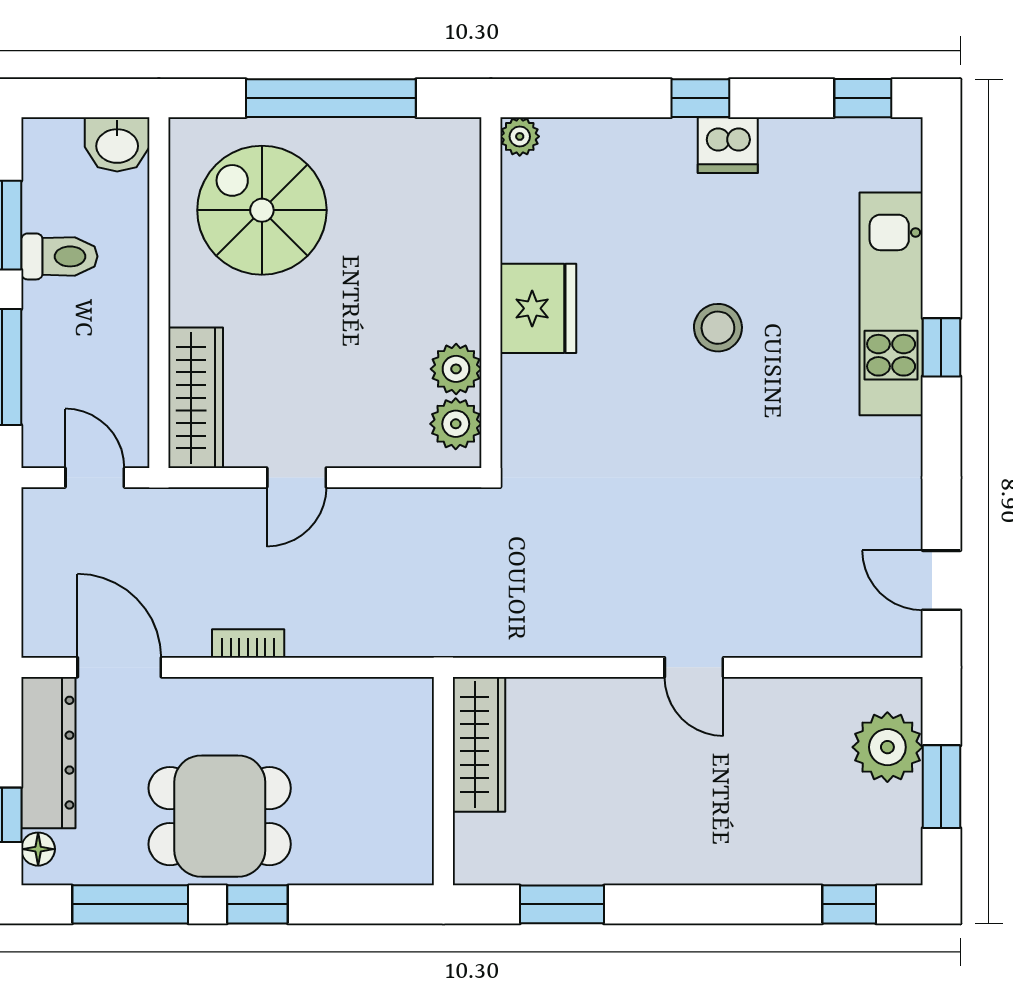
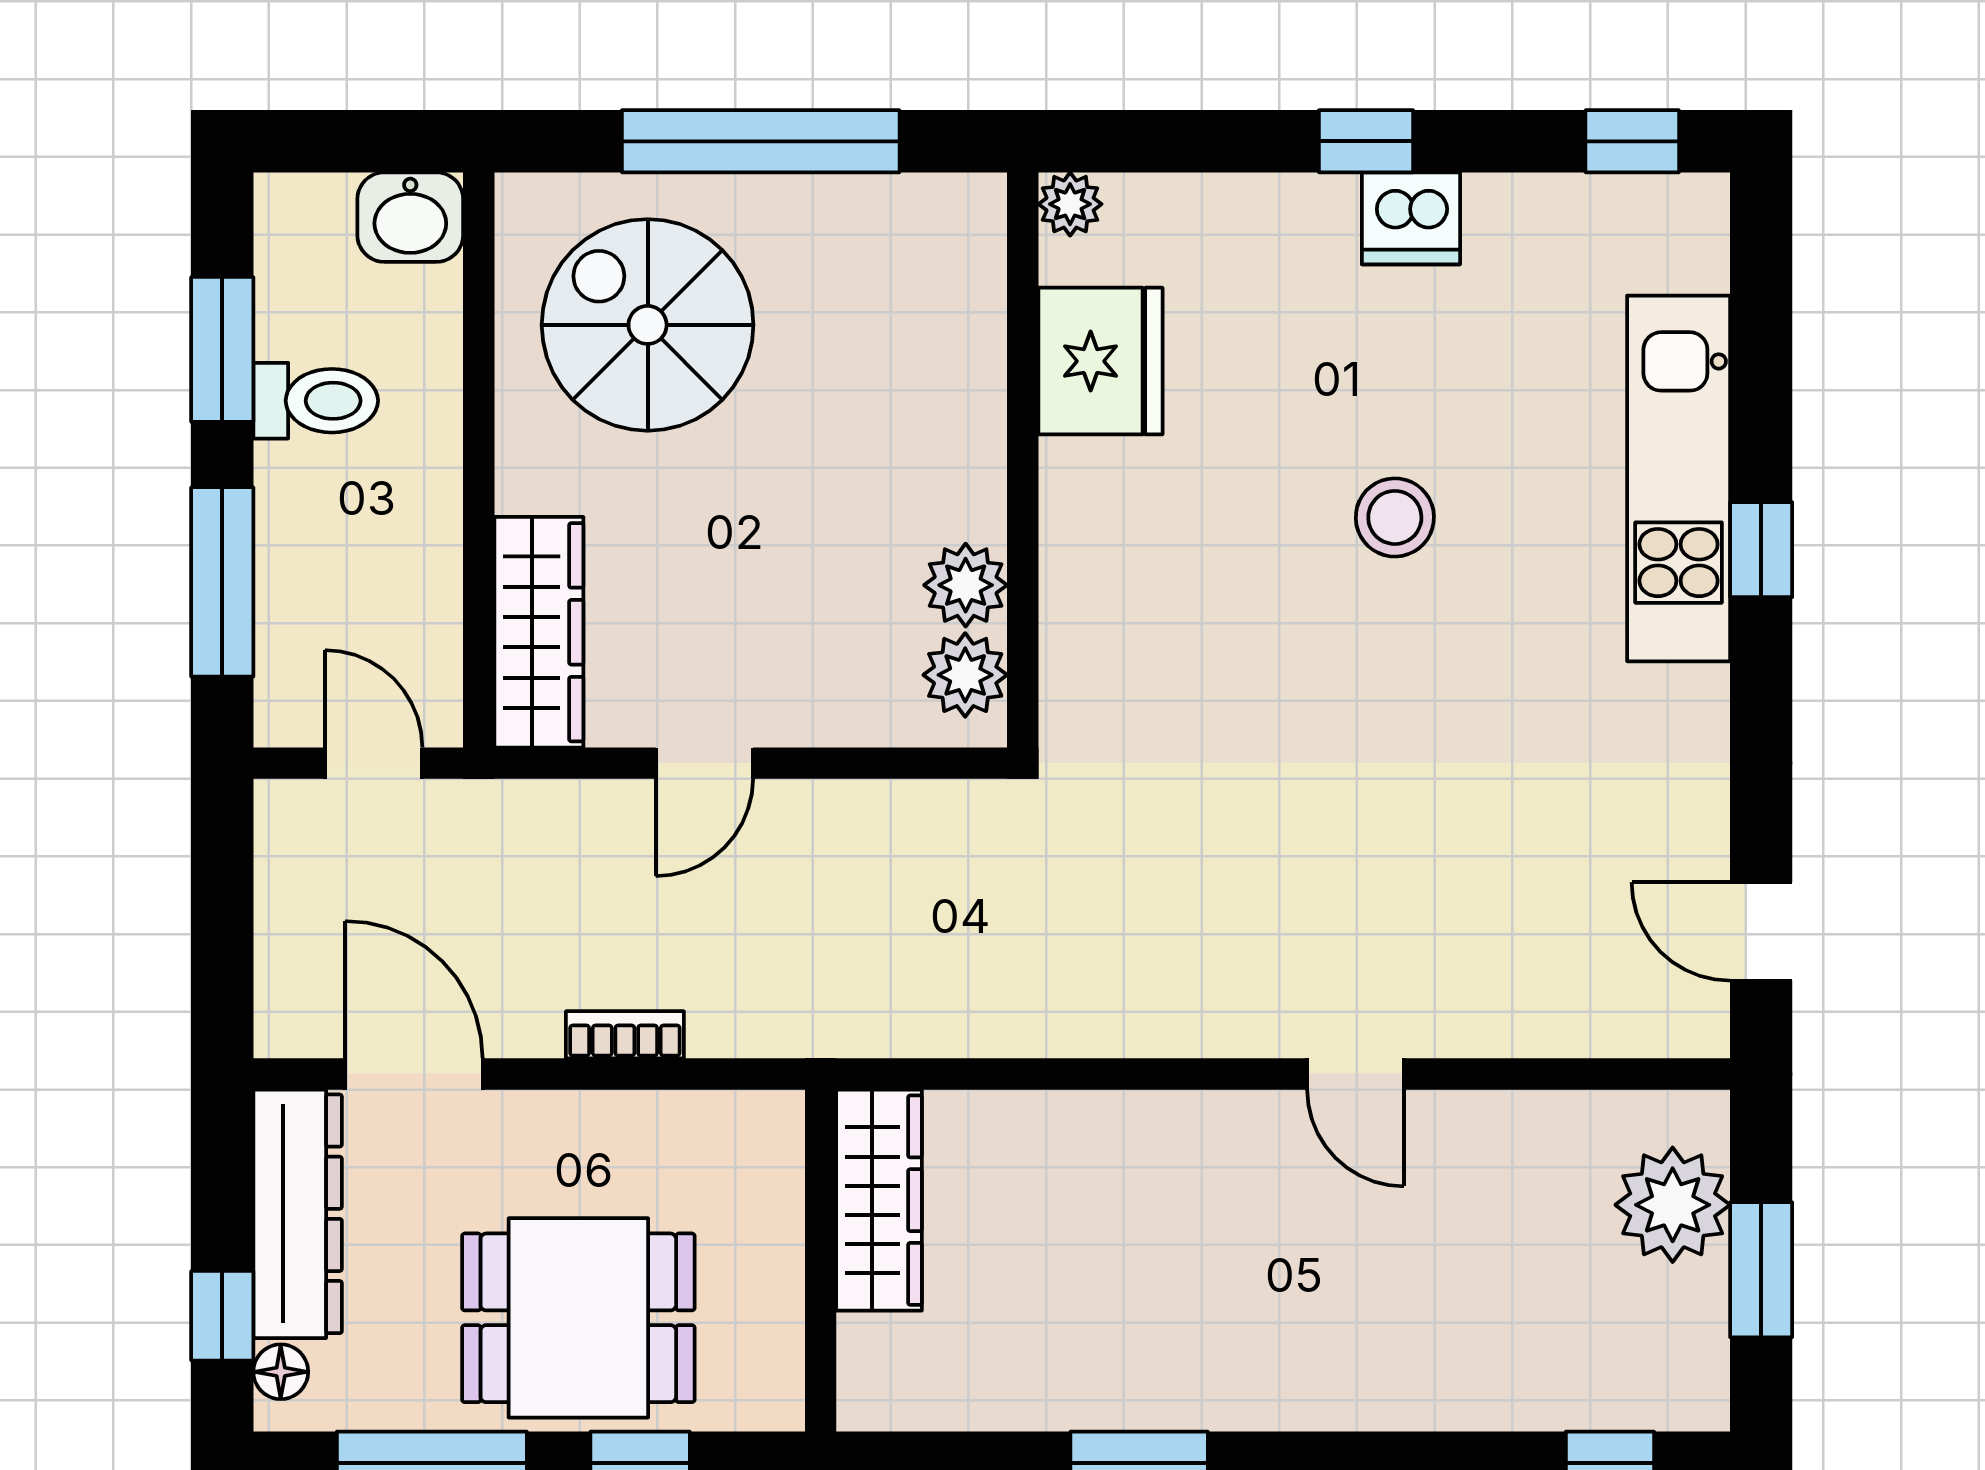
fridge: (538, 308) -> (1100, 361), moved
wardrobe: (479, 744) -> (879, 1200), moved
wall: (443, 781) -> (821, 1261), moved

